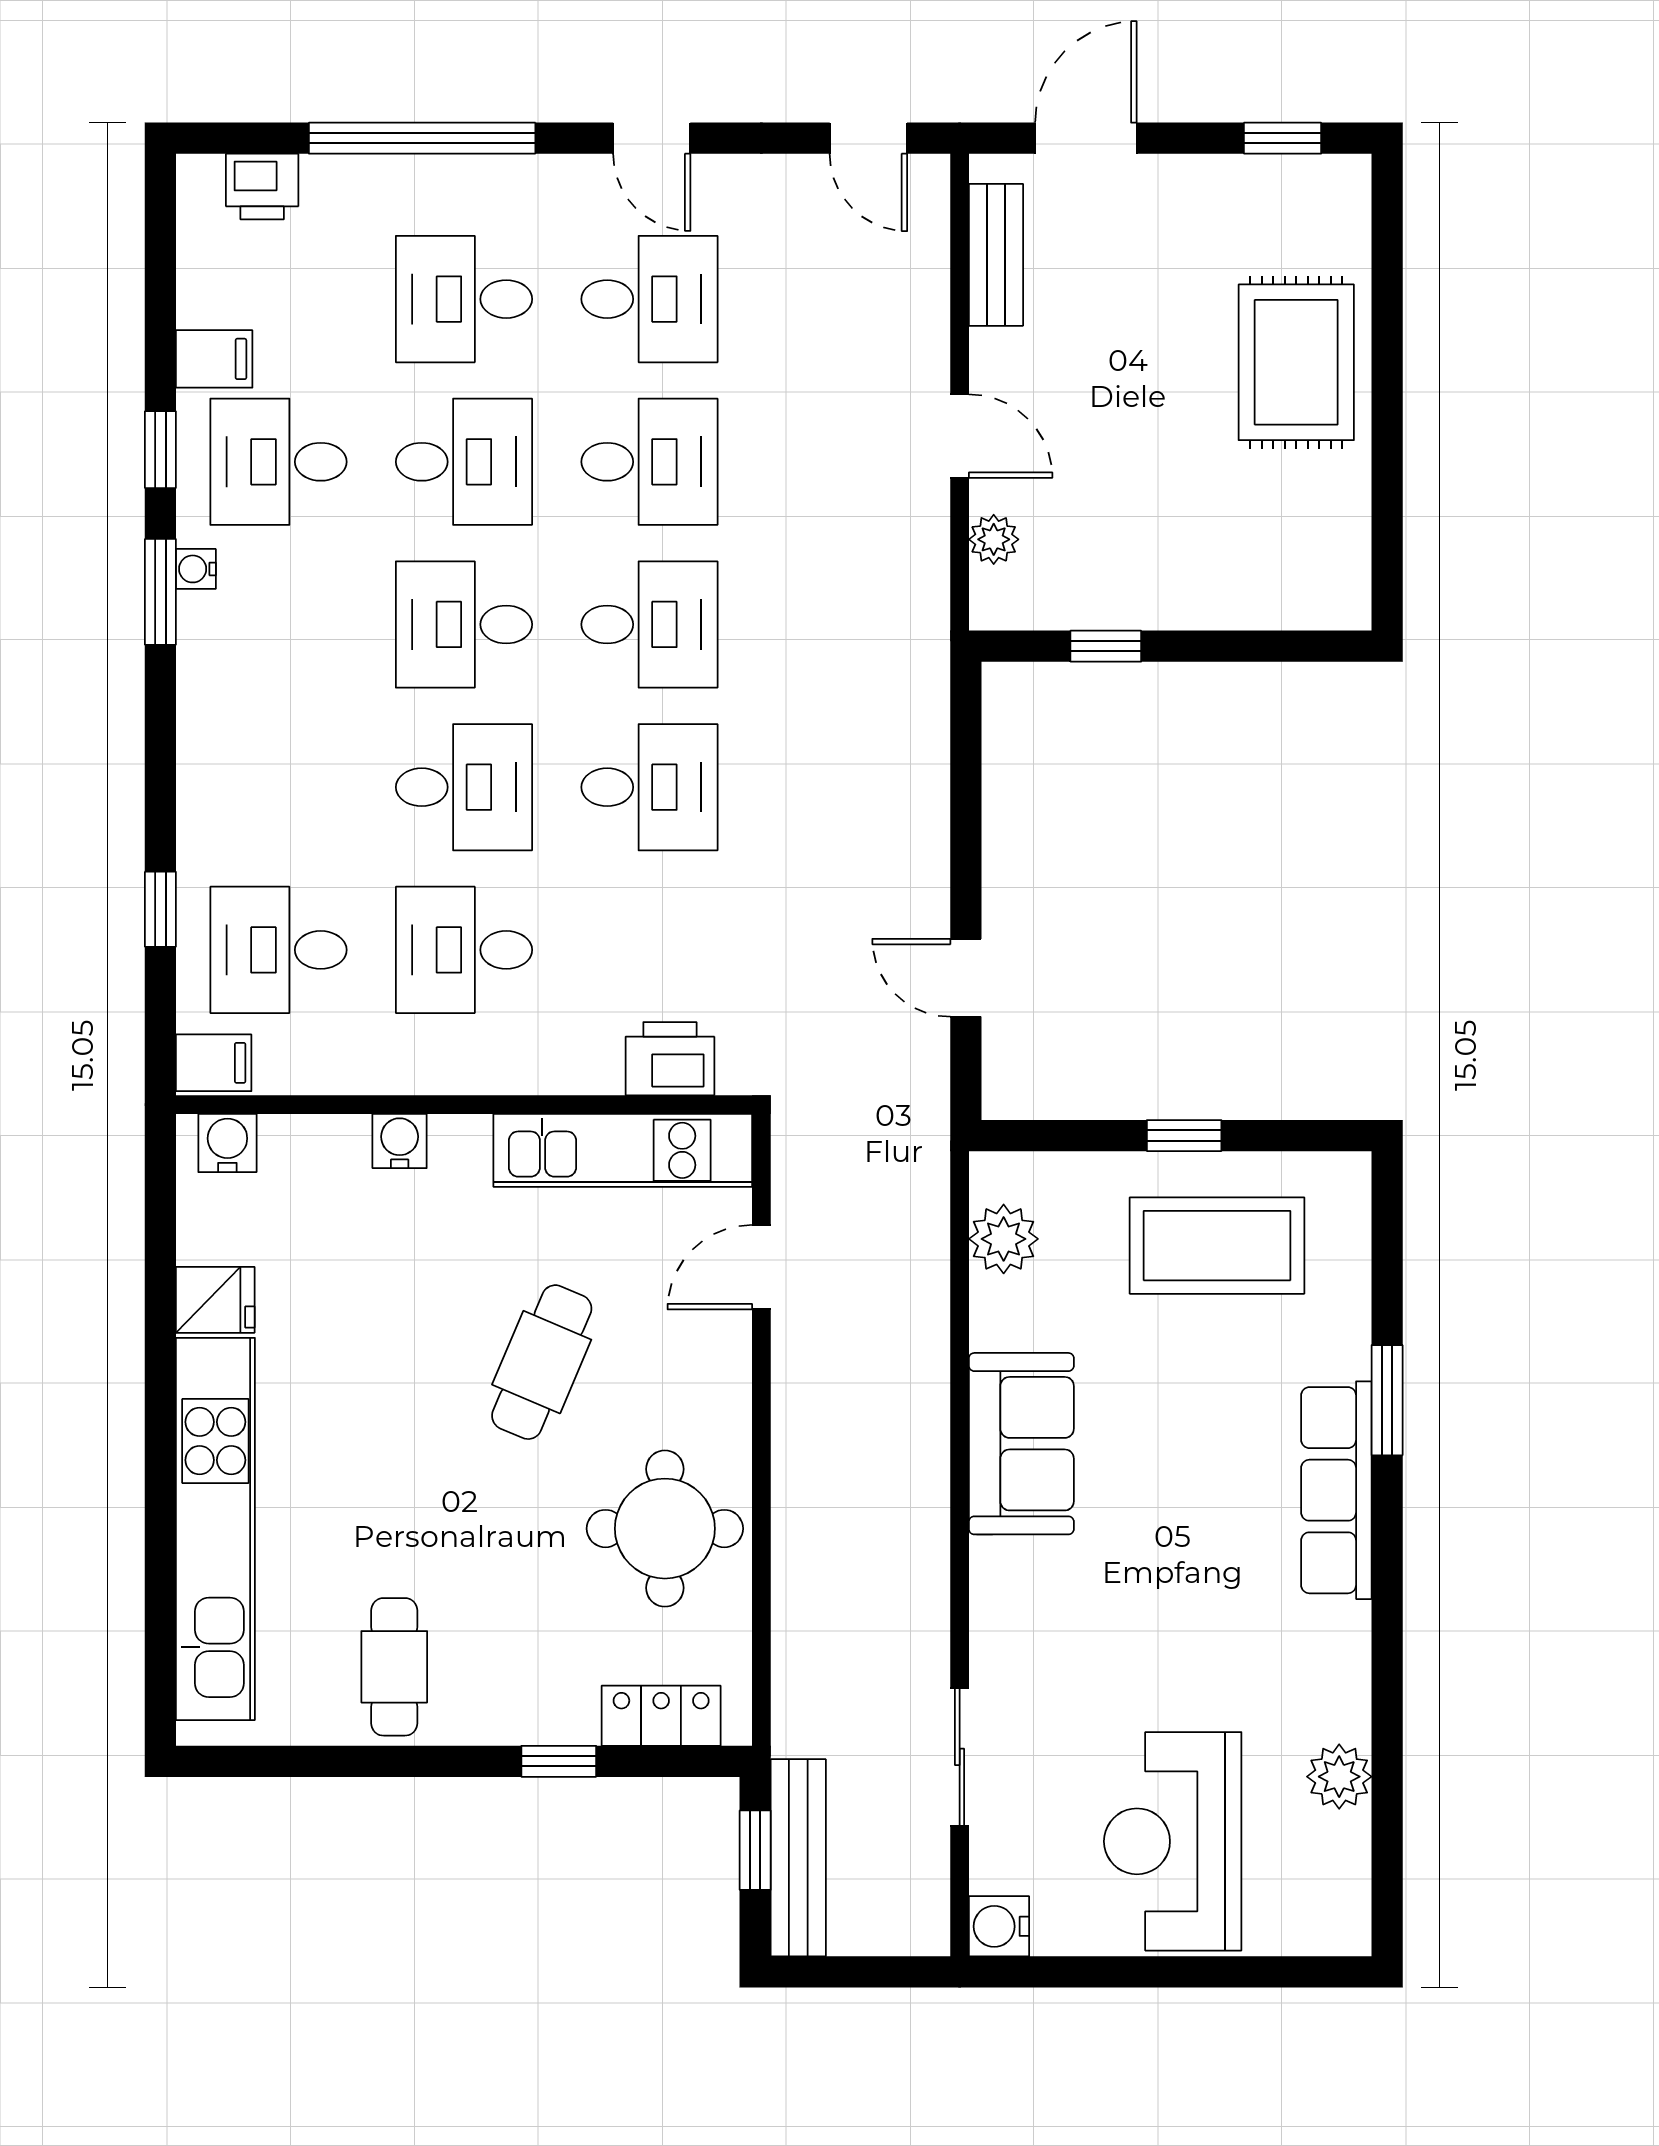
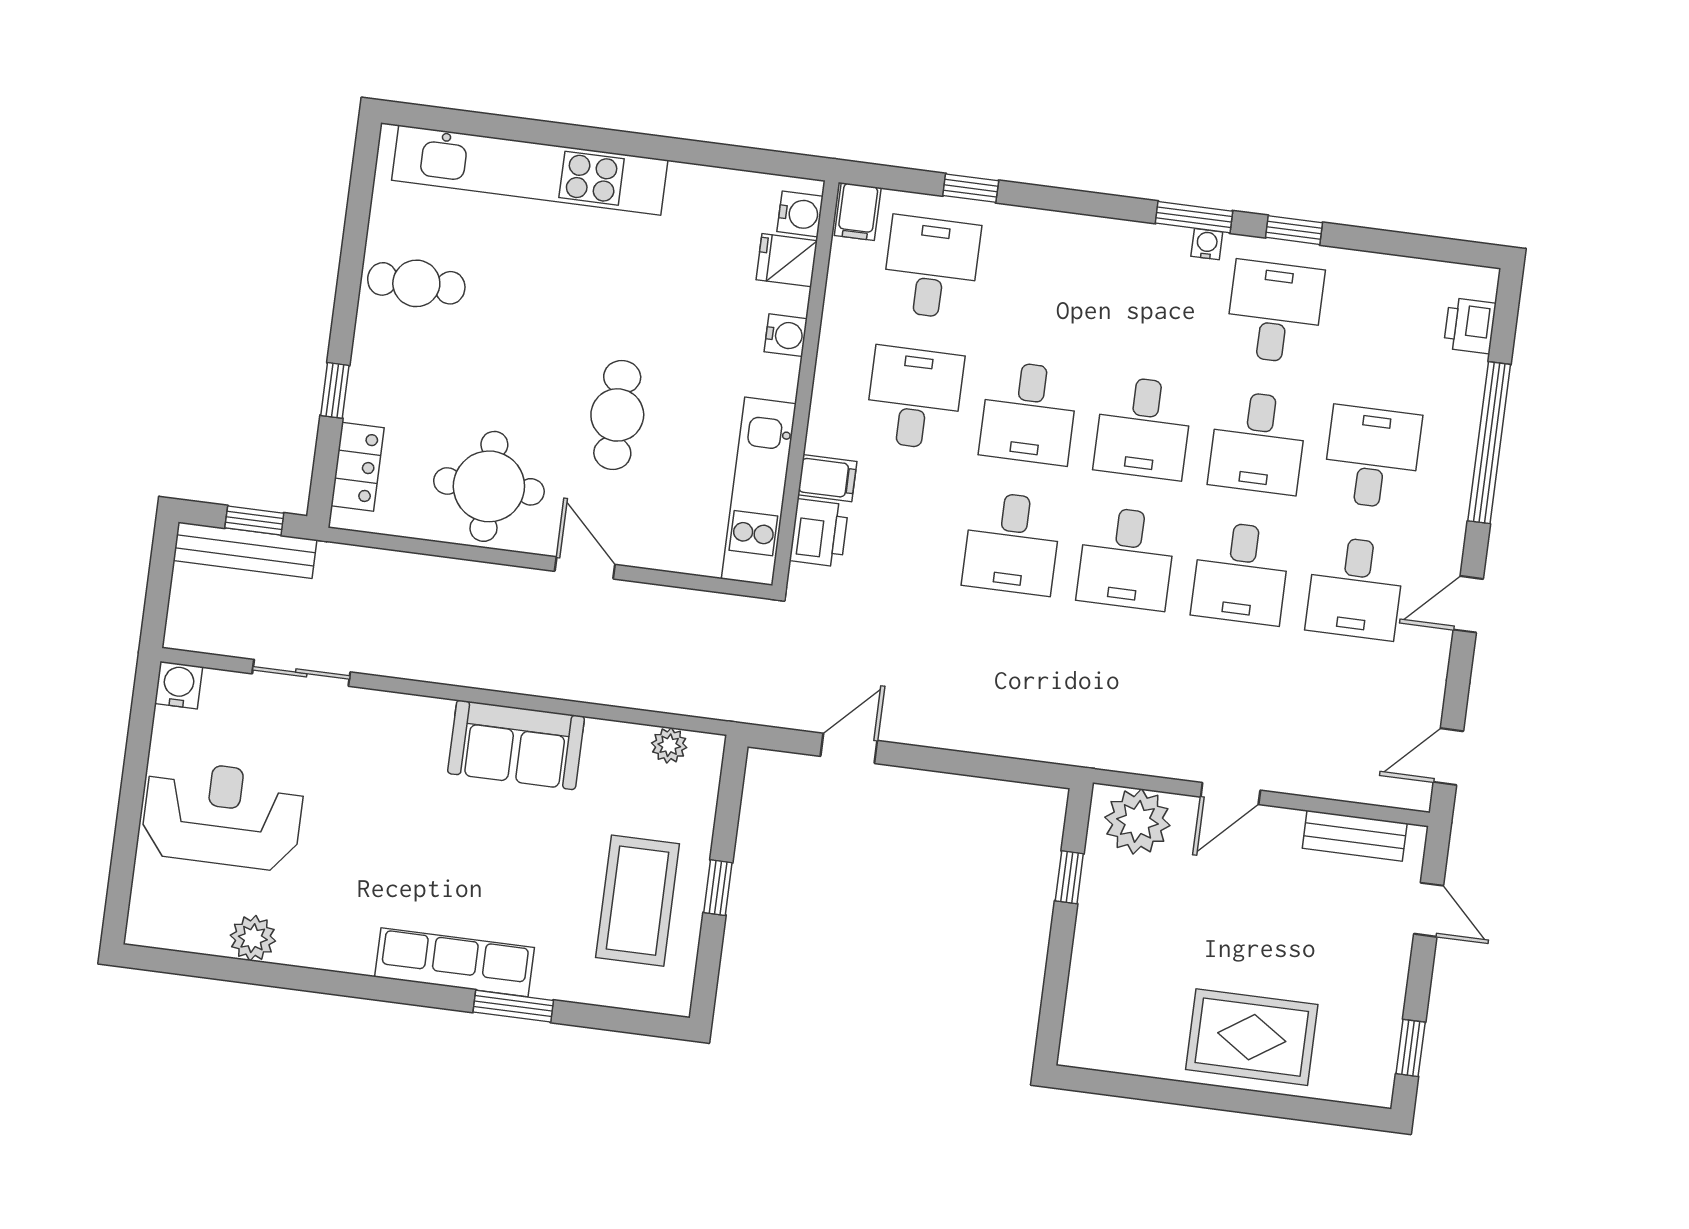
door: (1086, 138) -> (1429, 910), width x0.73
filing cabinet: (214, 359) -> (827, 478), moved, turned -90
plant: (994, 539) -> (1137, 821), width x1.88, depth x1.88
desk: (464, 624) -> (1143, 428), turned 180
plant: (1004, 1239) -> (669, 745), width x0.73, depth x0.73
door: (761, 1267) -> (585, 568), moved
fridge: (215, 1300) -> (787, 260), moved, turned 90
cafe table: (542, 1362) -> (617, 415), turned 67

